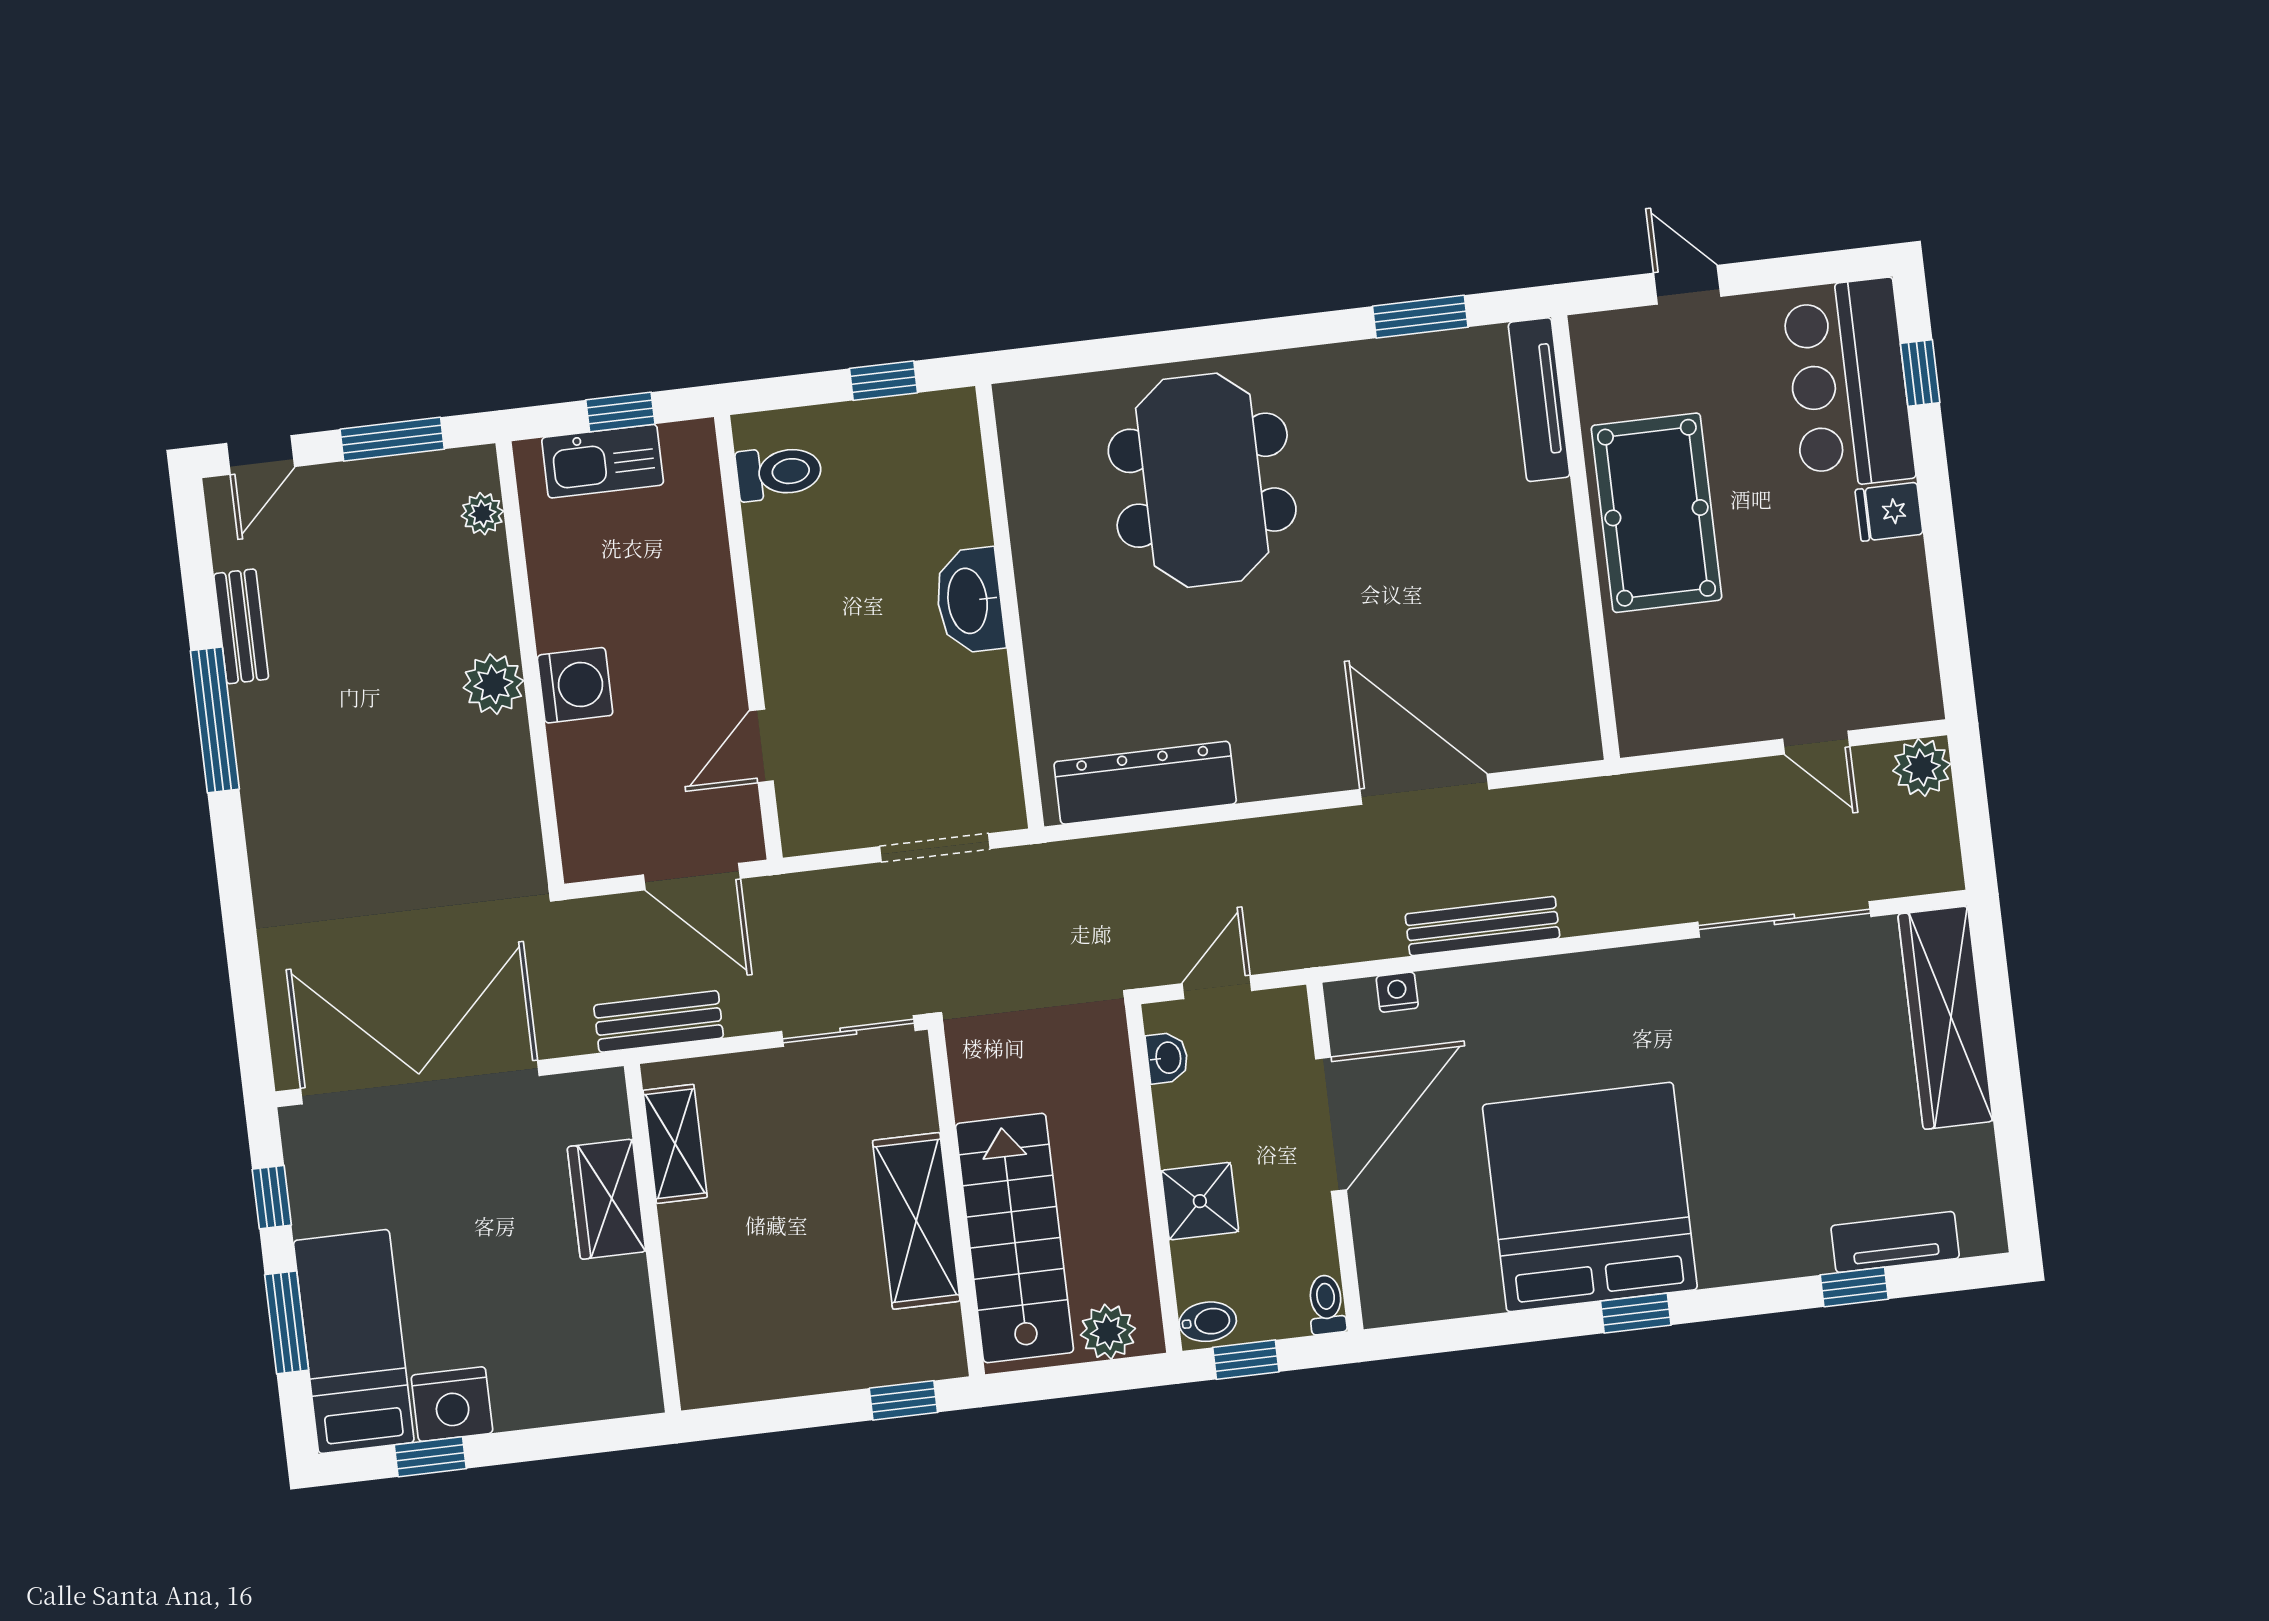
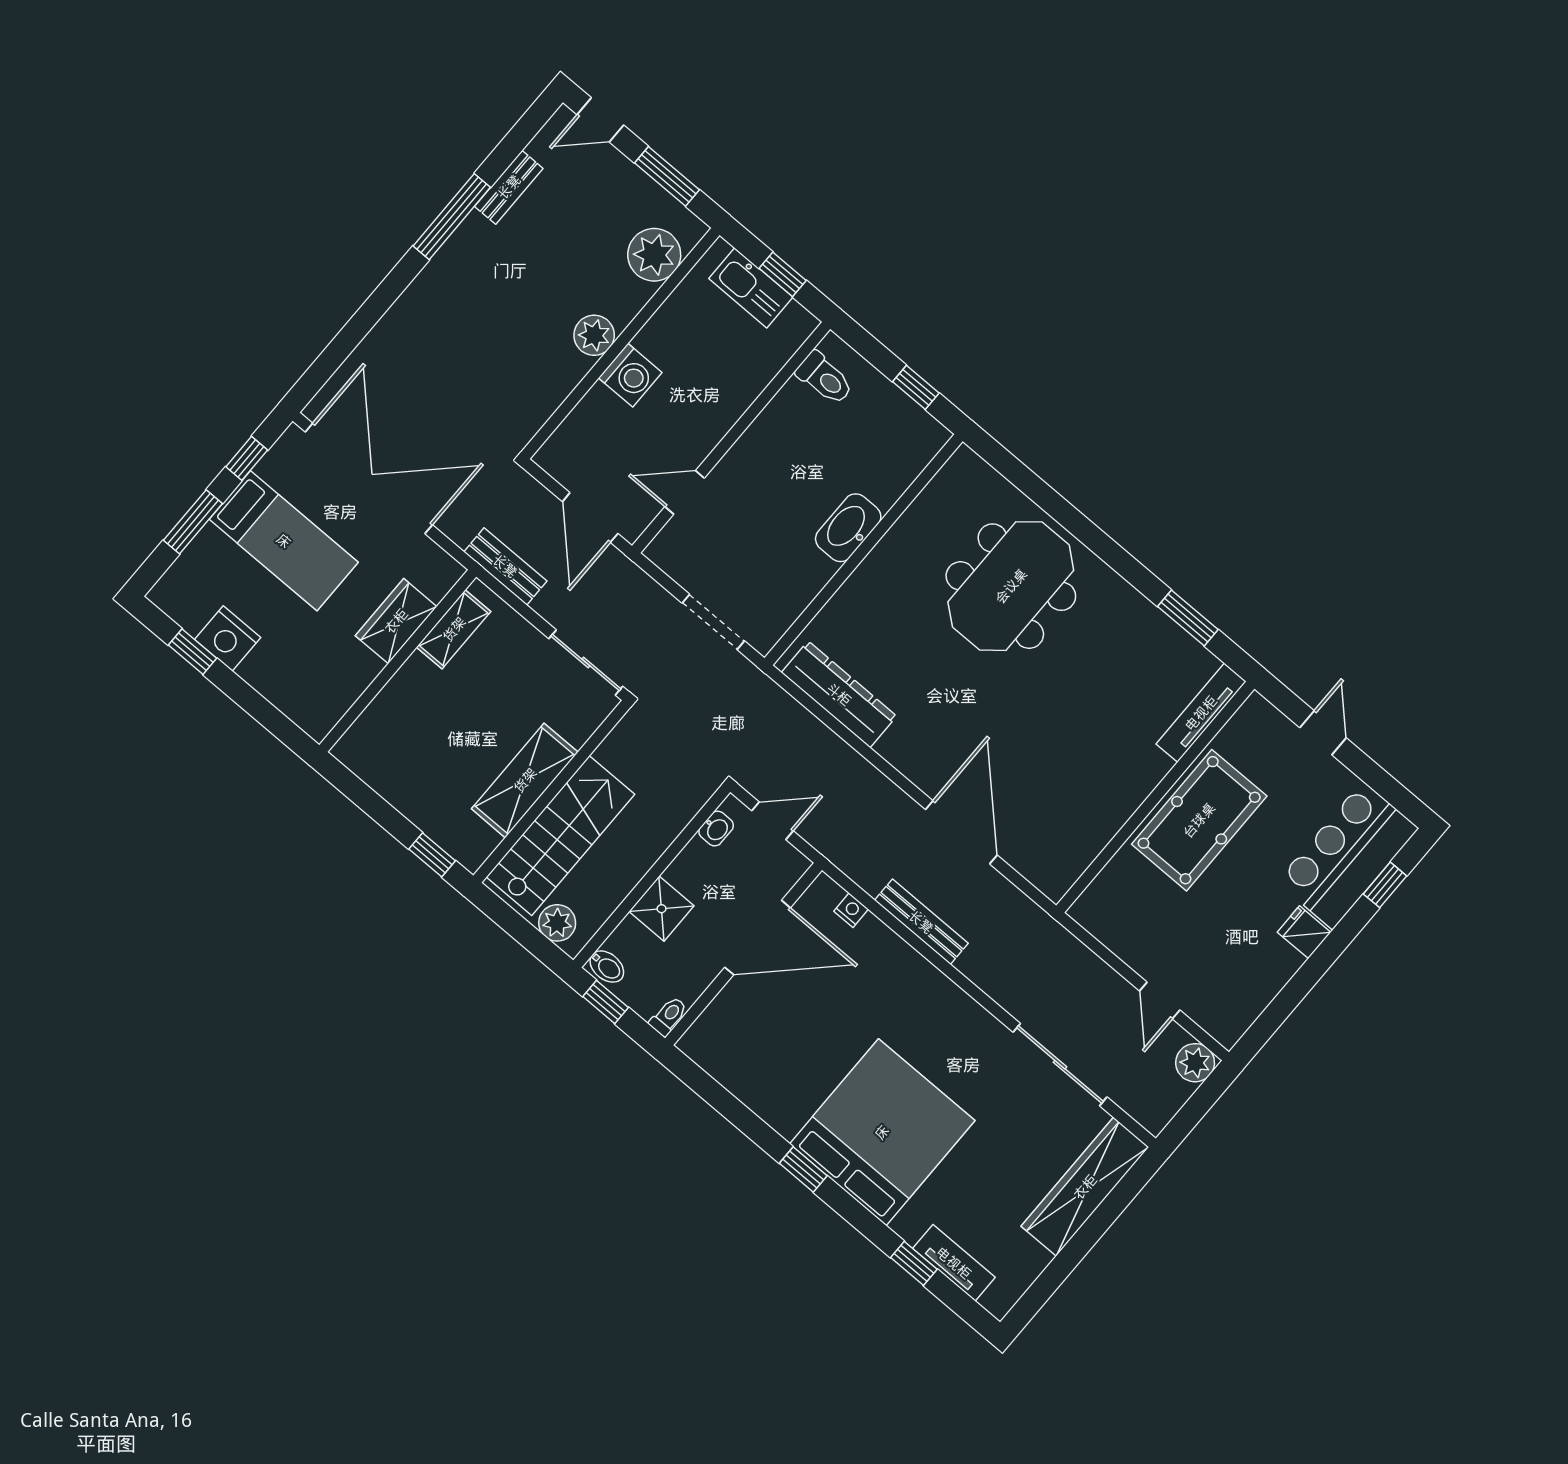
plant: (482, 514) -> (654, 255), width x1.87, depth x1.87
bed: (1590, 1197) -> (882, 1132), moved
bed: (354, 1342) -> (284, 541), moved, turned 90

